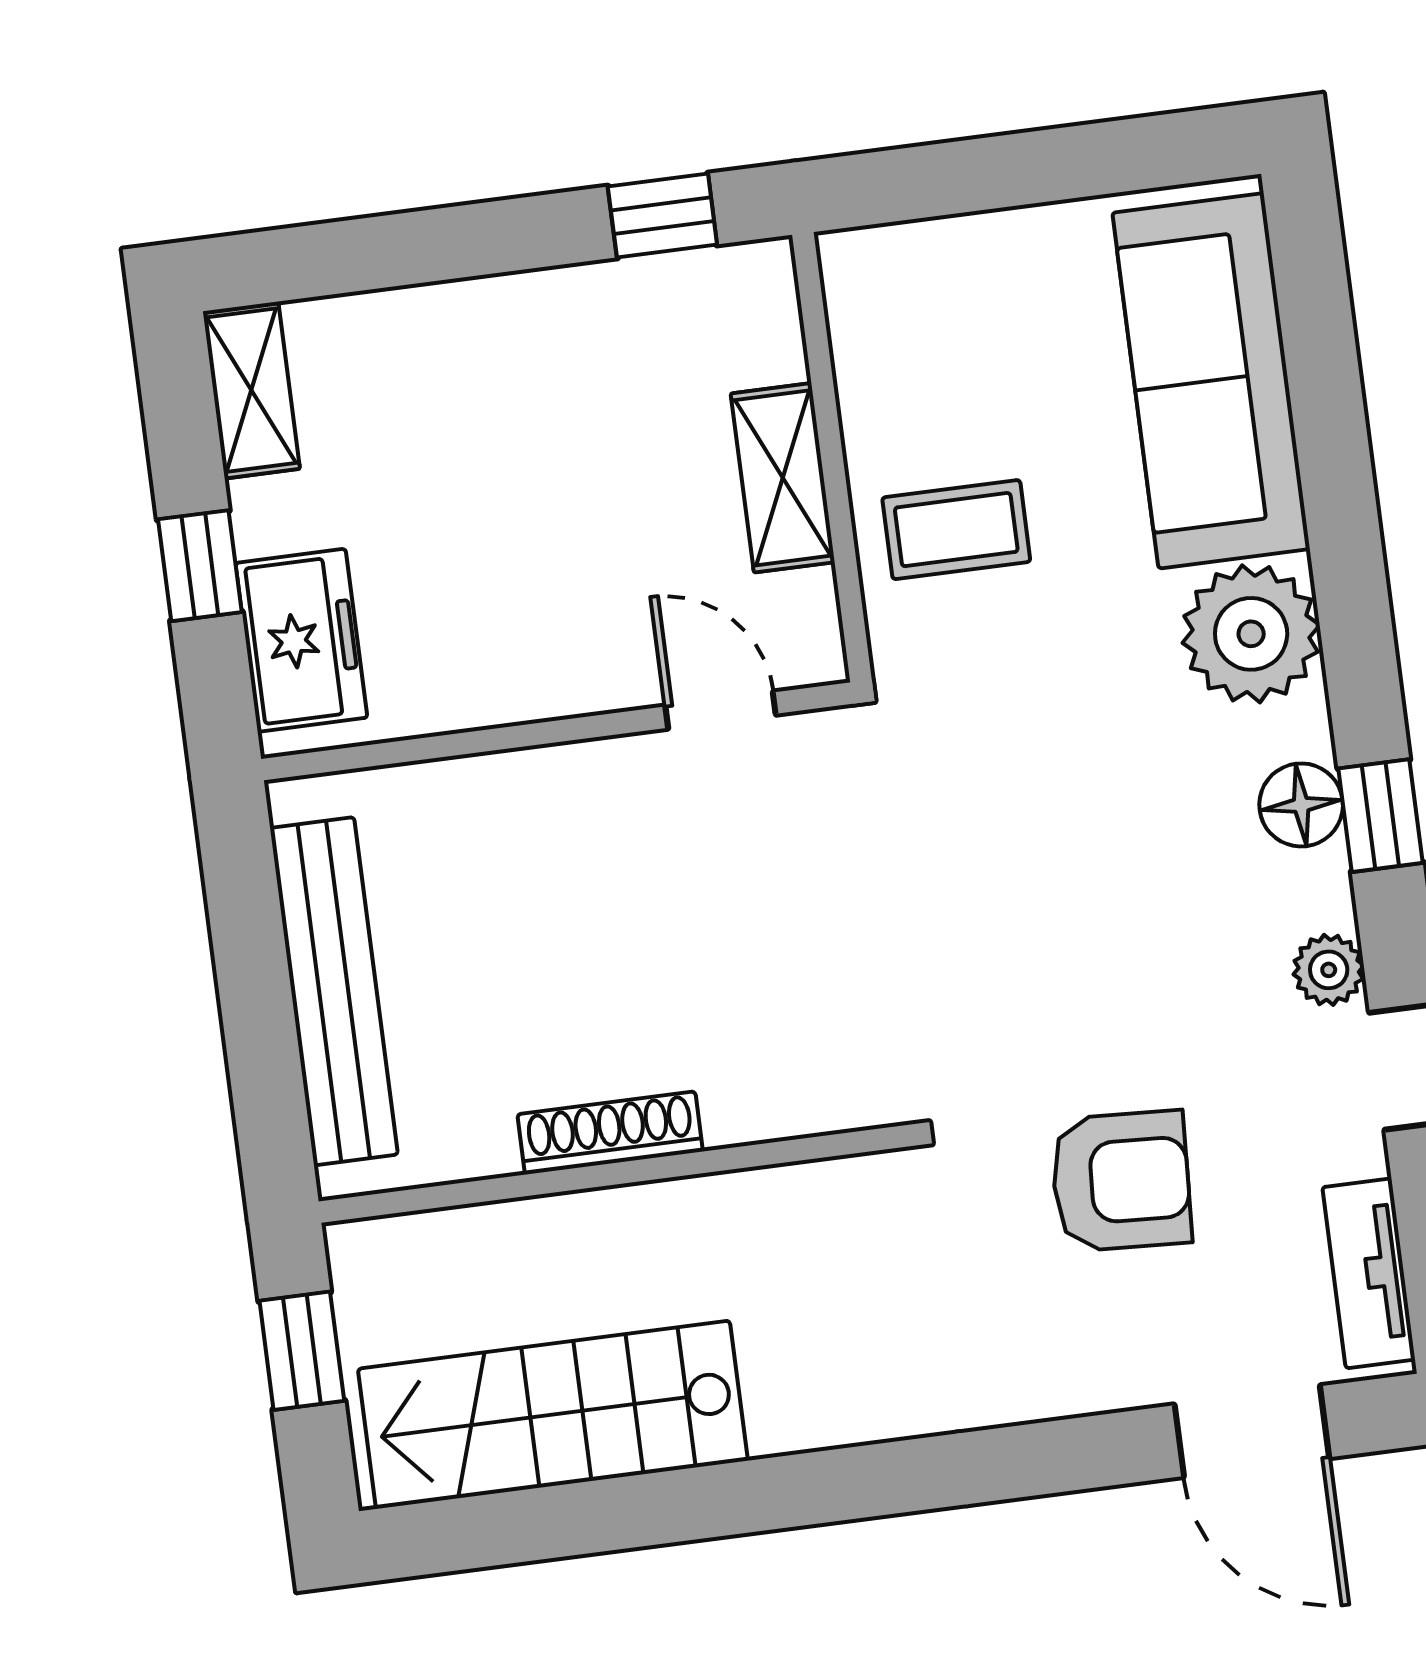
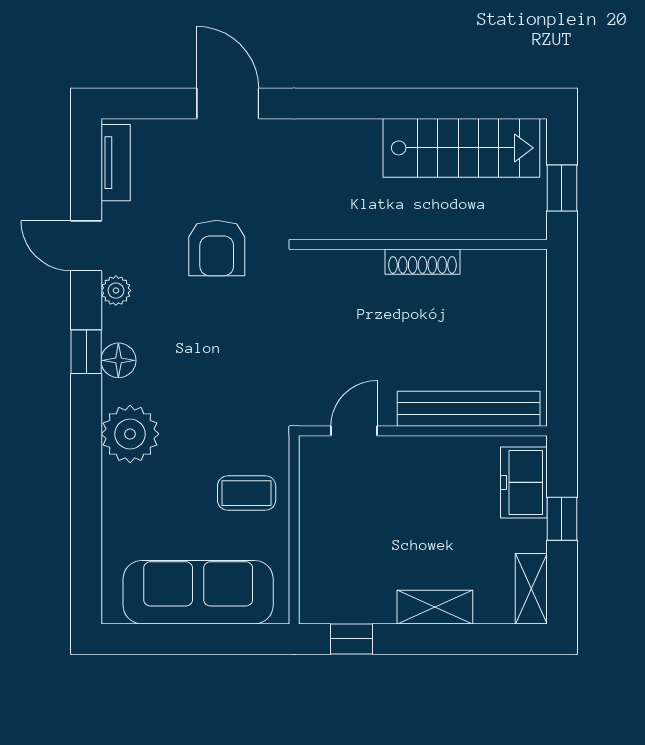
sofa: (1211, 381) -> (198, 592), moved, turned -90
shelving: (783, 478) -> (435, 607), moved, turned 90
door: (721, 710) -> (354, 431), swing flipped
bench: (334, 991) -> (469, 409), moved, turned 90
armchair: (1121, 1181) -> (217, 248), moved, turned -93
door: (1252, 1431) -> (228, 103), moved

